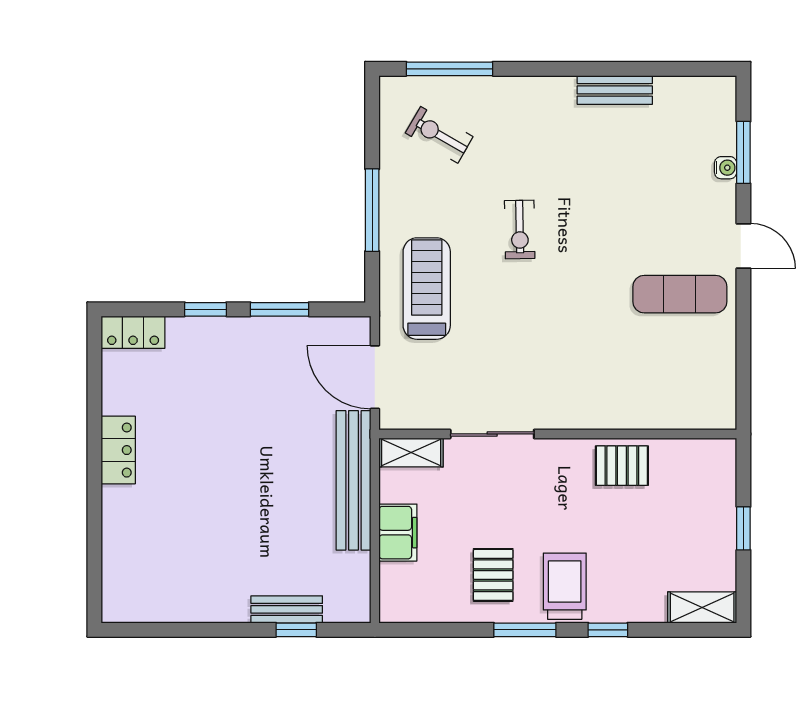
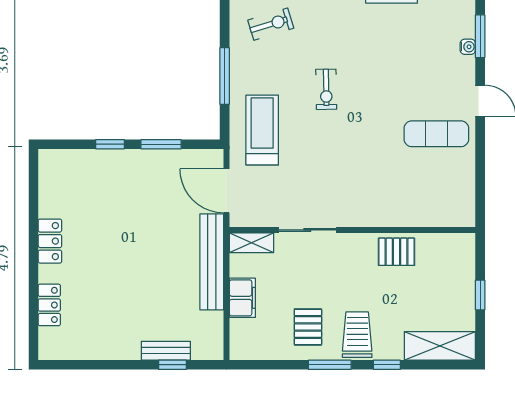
exercise bike: (439, 135) -> (271, 24), turned 133
locker: (133, 332) -> (49, 305), moved, turned -90
shelving: (702, 608) -> (440, 346), width x1.50, depth x1.33

